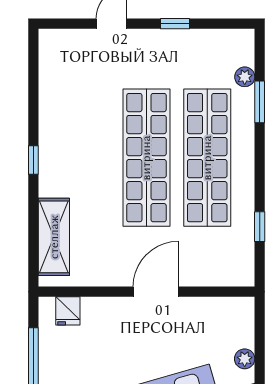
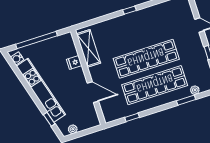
shelving: (54, 237) -> (89, 48), moved, turned 90
door: (156, 292) -> (93, 92), moved
fridge: (68, 311) -> (74, 62), moved

